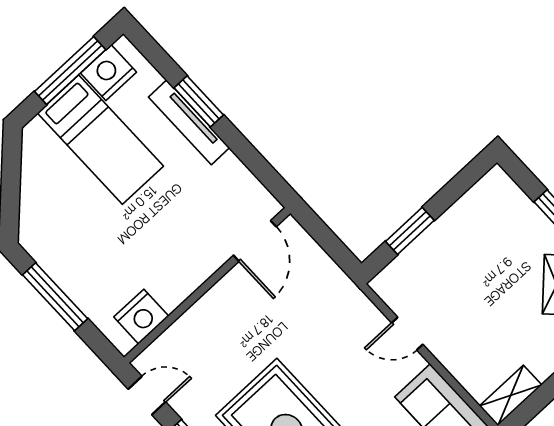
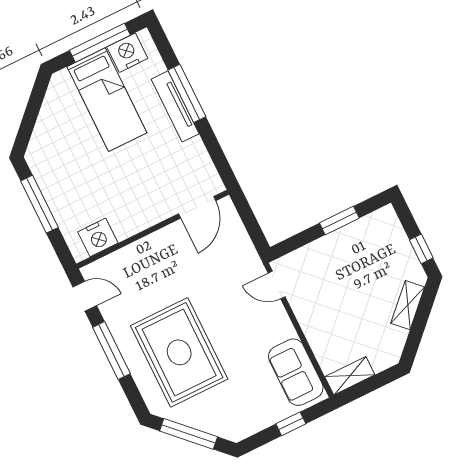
window: (199, 101) -> (187, 93), width x1.44
window: (410, 231) -> (339, 221), moved
door: (407, 334) -> (277, 285), moved

